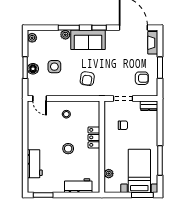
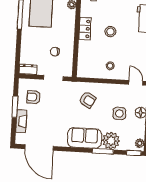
window: (99, 28) -> (134, 153), moved
plant: (65, 35) -> (111, 141), width x1.87, depth x1.87
fireplace: (153, 43) -> (21, 121), moved
armchair: (87, 79) -> (88, 100), turned 112
locker: (94, 137) -> (85, 29), moved

